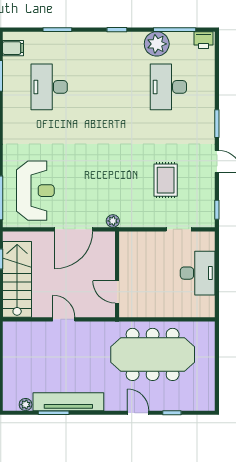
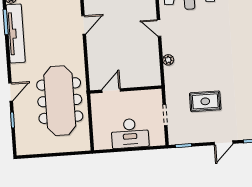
door: (74, 229) -> (159, 28), width x0.53
wall: (117, 274) -> (126, 90), moved
door: (117, 292) -> (111, 91), moved

